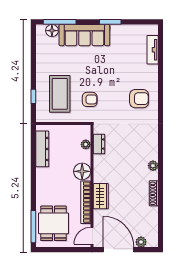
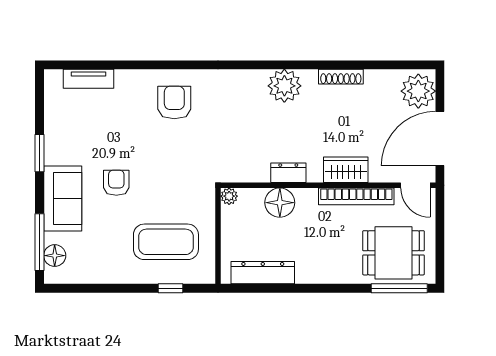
sofa: (84, 35) -> (63, 198), width x0.73
armchair: (90, 99) -> (116, 183), moved
plant: (86, 144) -> (229, 196), moved
dresser: (99, 144) -> (288, 173), moved
plant: (153, 166) -> (284, 86), width x1.88, depth x1.88
floor lamp: (82, 171) -> (280, 203), moved
plant: (141, 242) -> (418, 91), width x1.87, depth x1.87

